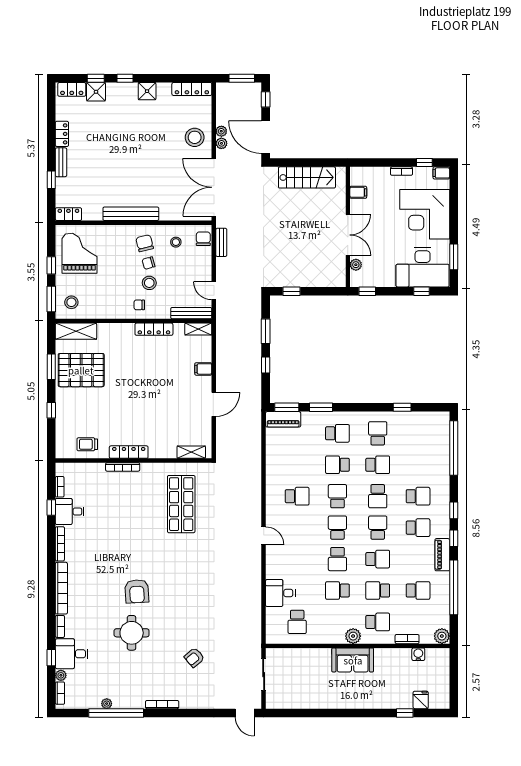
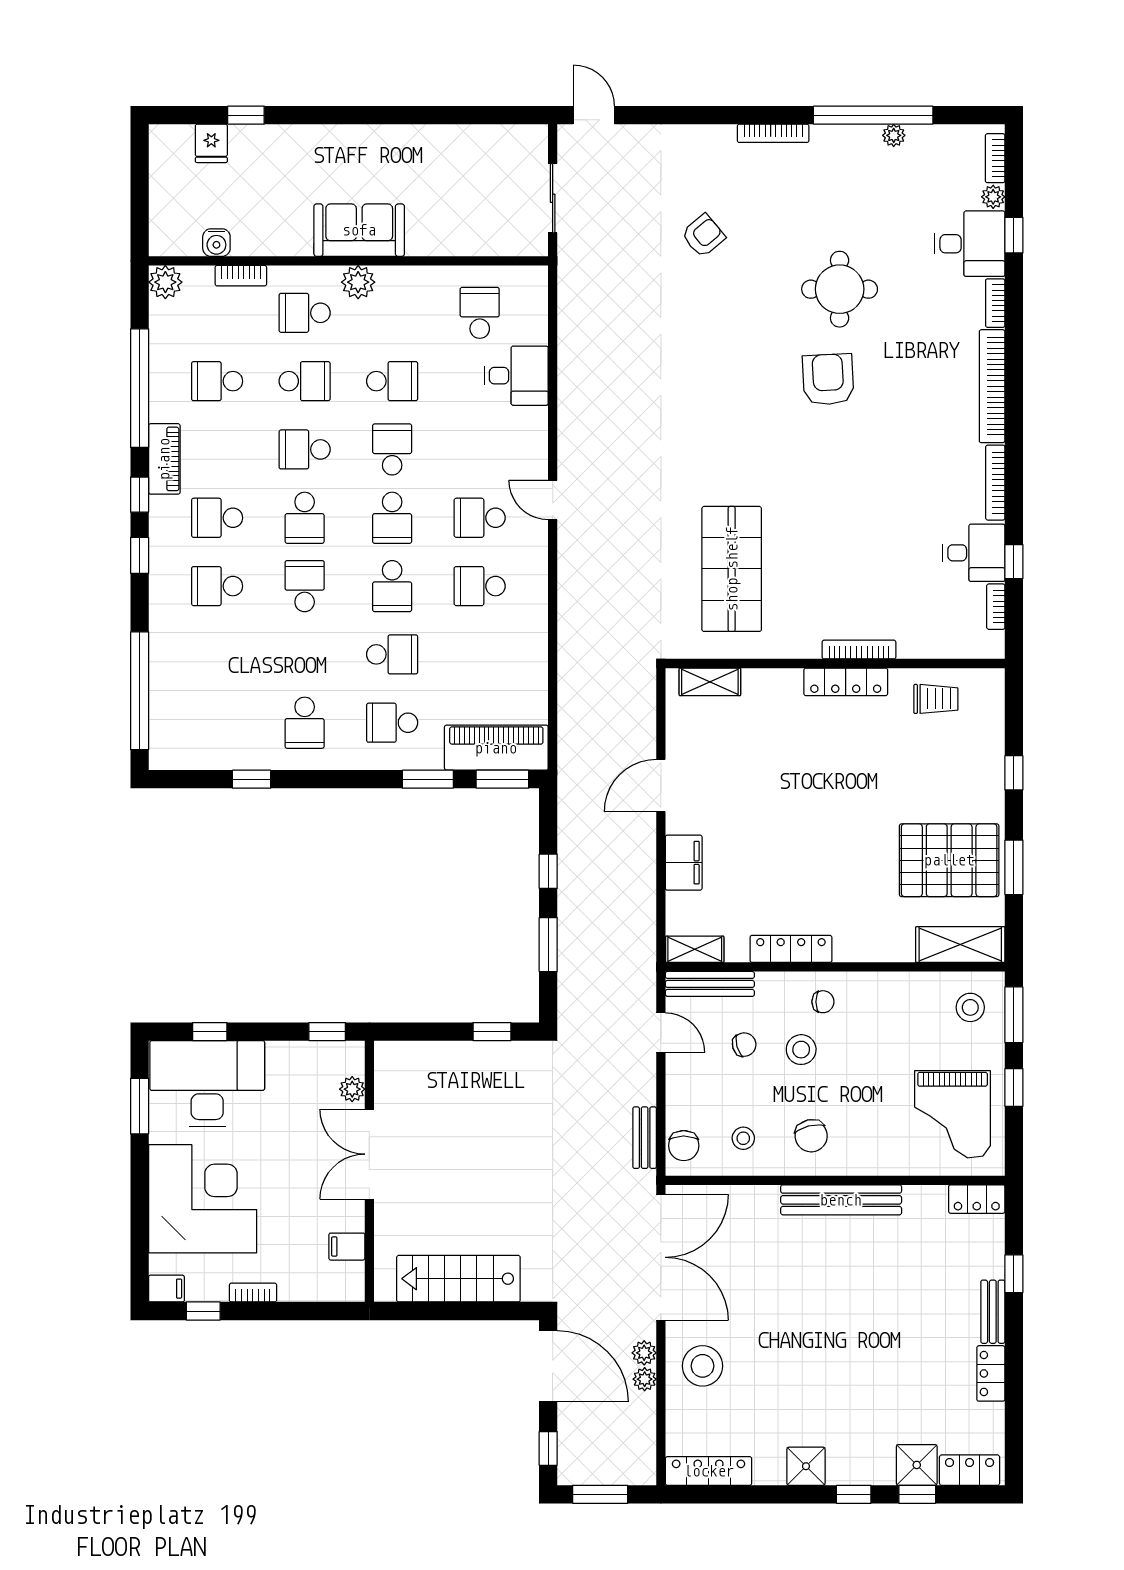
chair: (148, 263) -> (744, 1045), moved
filing cabinet: (203, 369) -> (684, 863), width x2.00
piano: (283, 419) -> (496, 748), width x1.37, depth x1.33
school desk: (378, 465) -> (480, 518), moved

